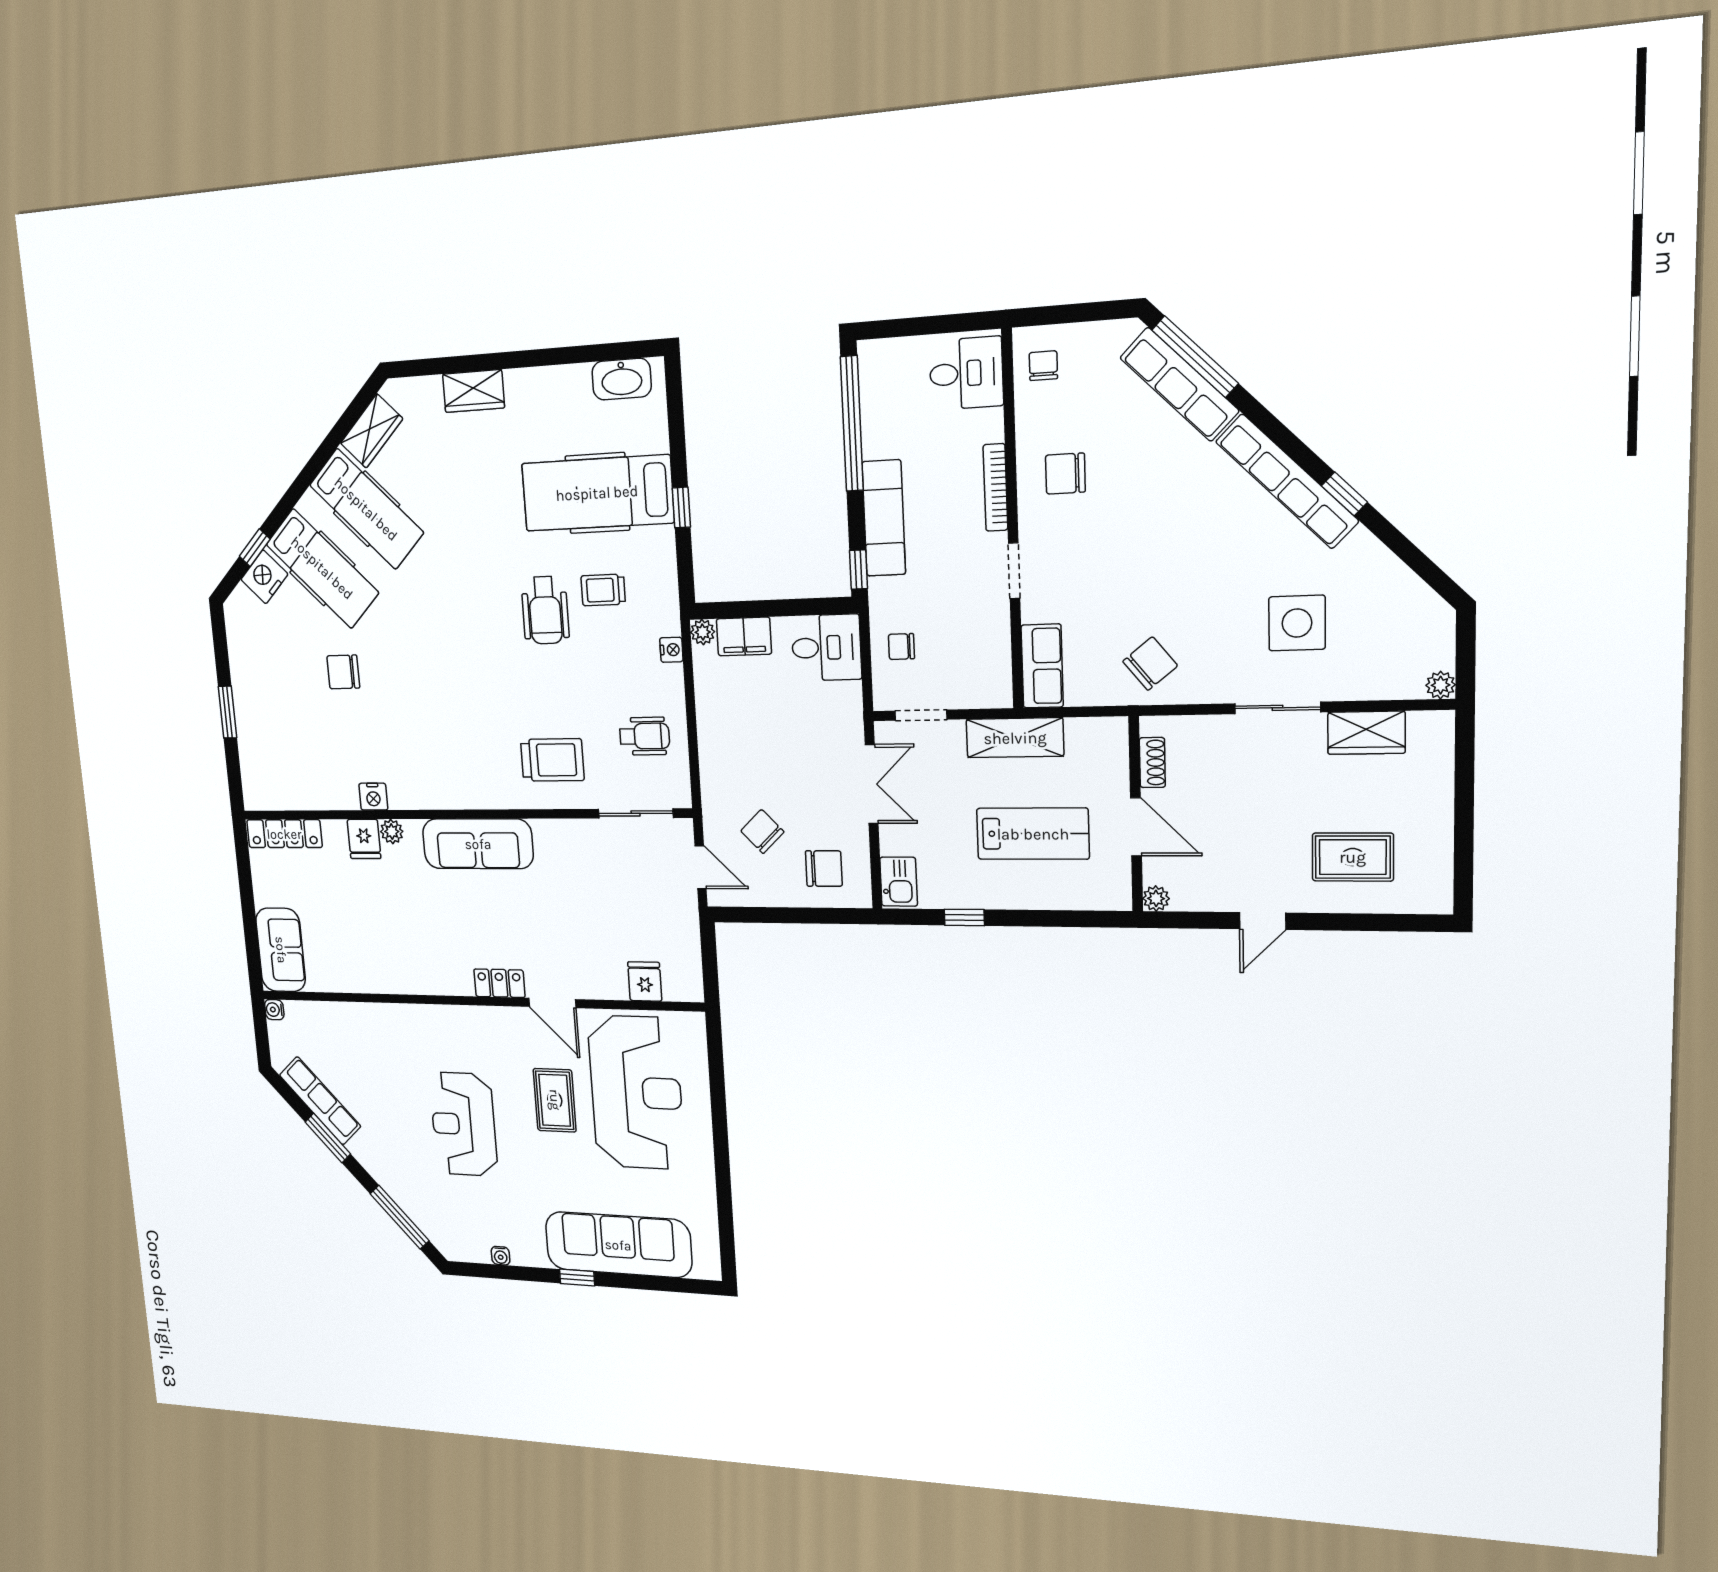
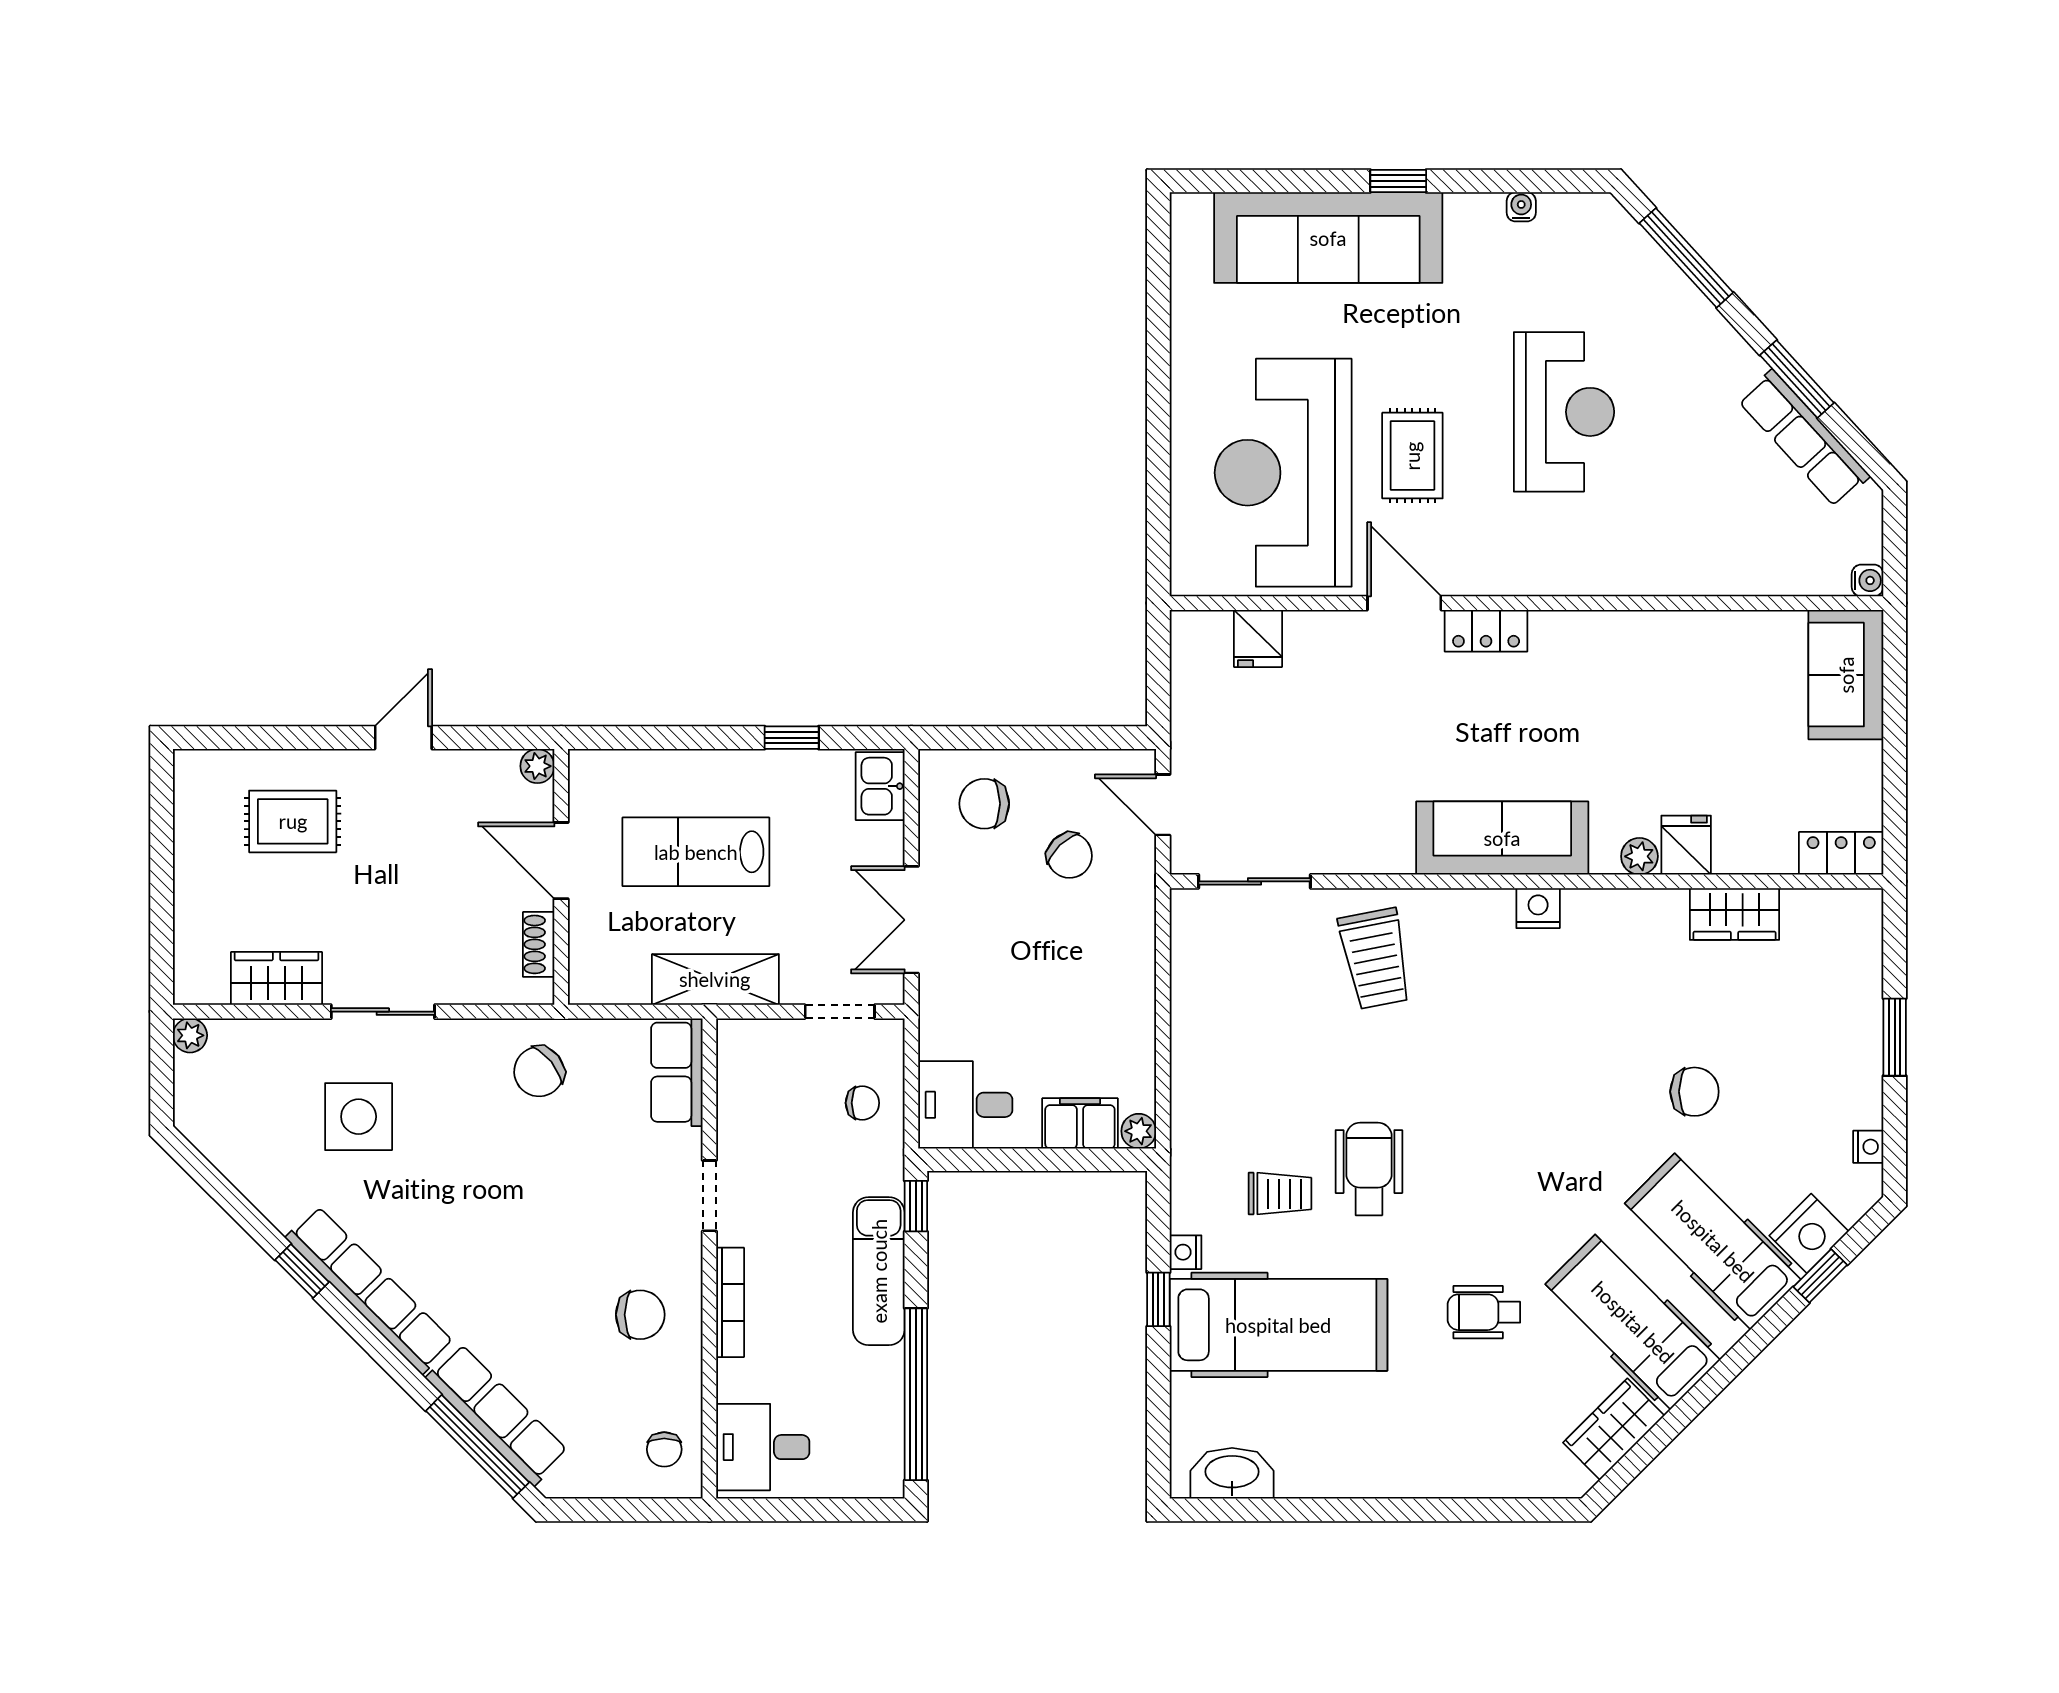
wardrobe: (473, 391) -> (1735, 914), moved, turned 180
nightstand: (235, 638) -> (1868, 1147), added
nightstand: (671, 650) -> (1186, 1252), moved
wheelchair: (644, 736) -> (1484, 1312), moved
trolley: (552, 760) -> (1375, 959), turned -101
nightstand: (373, 797) -> (1538, 908), moved
locker: (284, 834) -> (1841, 853), width x0.66

